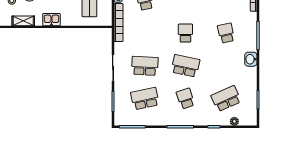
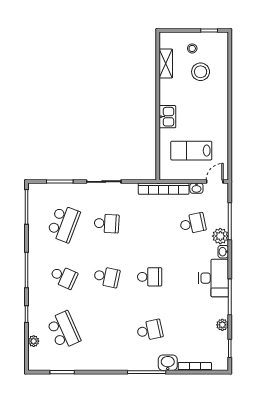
kitchen sink: (51, 20) -> (167, 117), moved
washbasin: (251, 59) -> (168, 363), moved
school desk: (145, 66) -> (107, 223), width x0.54
school desk: (185, 66) -> (107, 277), width x0.54
school desk: (145, 99) -> (64, 223), turned 33
school desk: (185, 99) -> (64, 277), turned 42

